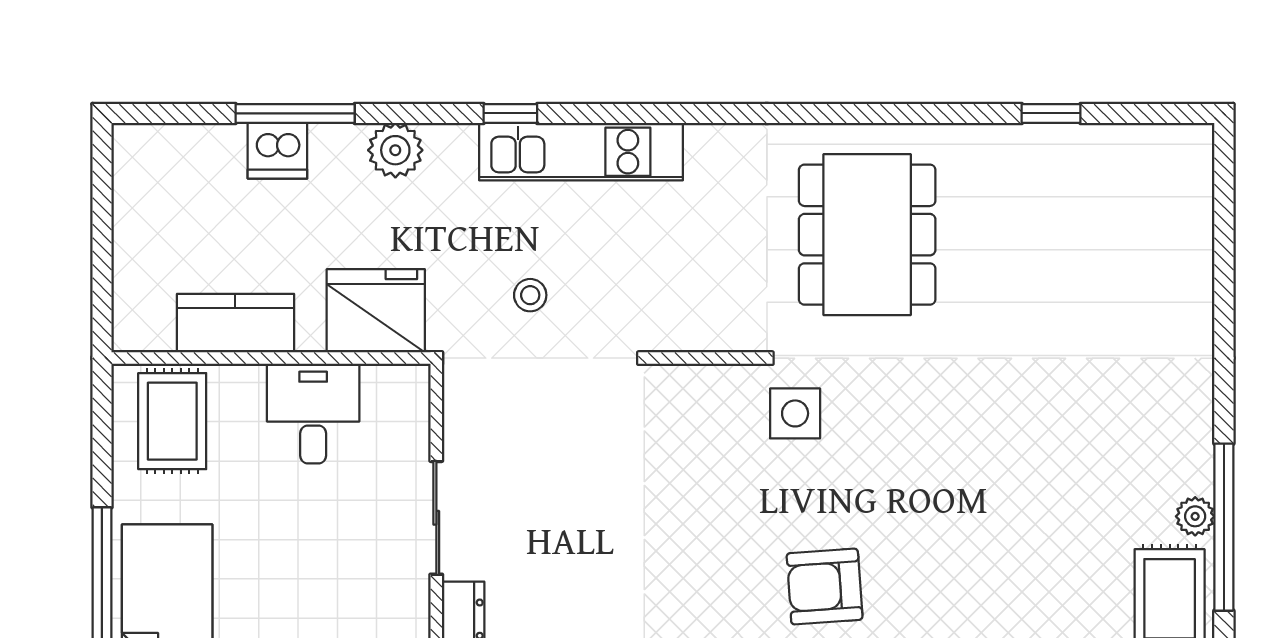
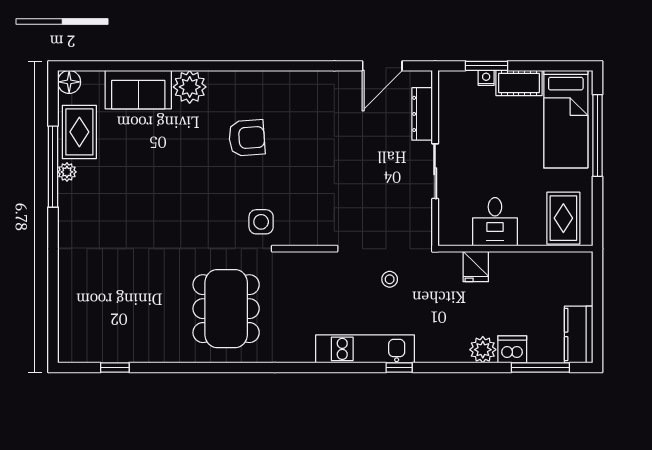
window: (295, 113) -> (540, 367), moved
window: (1051, 113) -> (115, 367), moved
plant: (395, 150) -> (483, 350), moved
fridge: (376, 311) -> (476, 267), width x0.53, depth x0.75
kitchen counter: (235, 323) -> (579, 334), moved, turned 90

